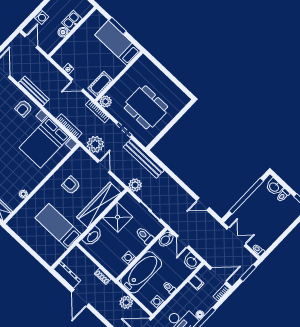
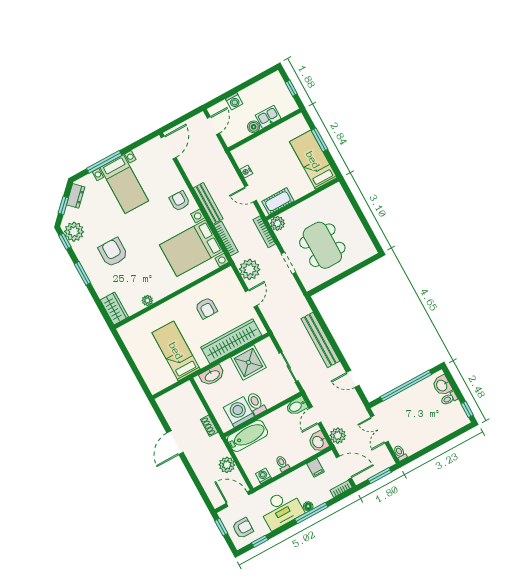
bench: (34, 91) -> (208, 203), moved
armchair: (24, 108) -> (180, 201), turned 90
bench: (144, 159) -> (320, 340), moved
armchair: (71, 185) -> (206, 308), turned 180
plant: (135, 185) -> (338, 436), moved
toilet: (145, 236) -> (256, 404), moved
double door: (236, 237) -> (380, 429), swing flipped
washing machine: (129, 258) -> (239, 412), width x1.89, depth x1.89
bathtub: (141, 272) -> (247, 436), width x0.73, depth x0.73
dresser: (67, 275) -> (168, 411), removed

